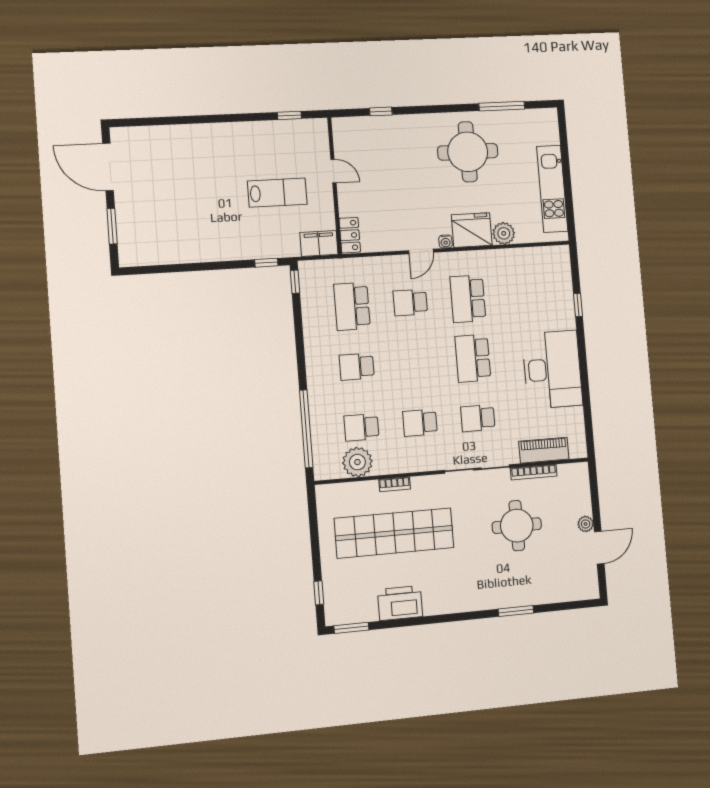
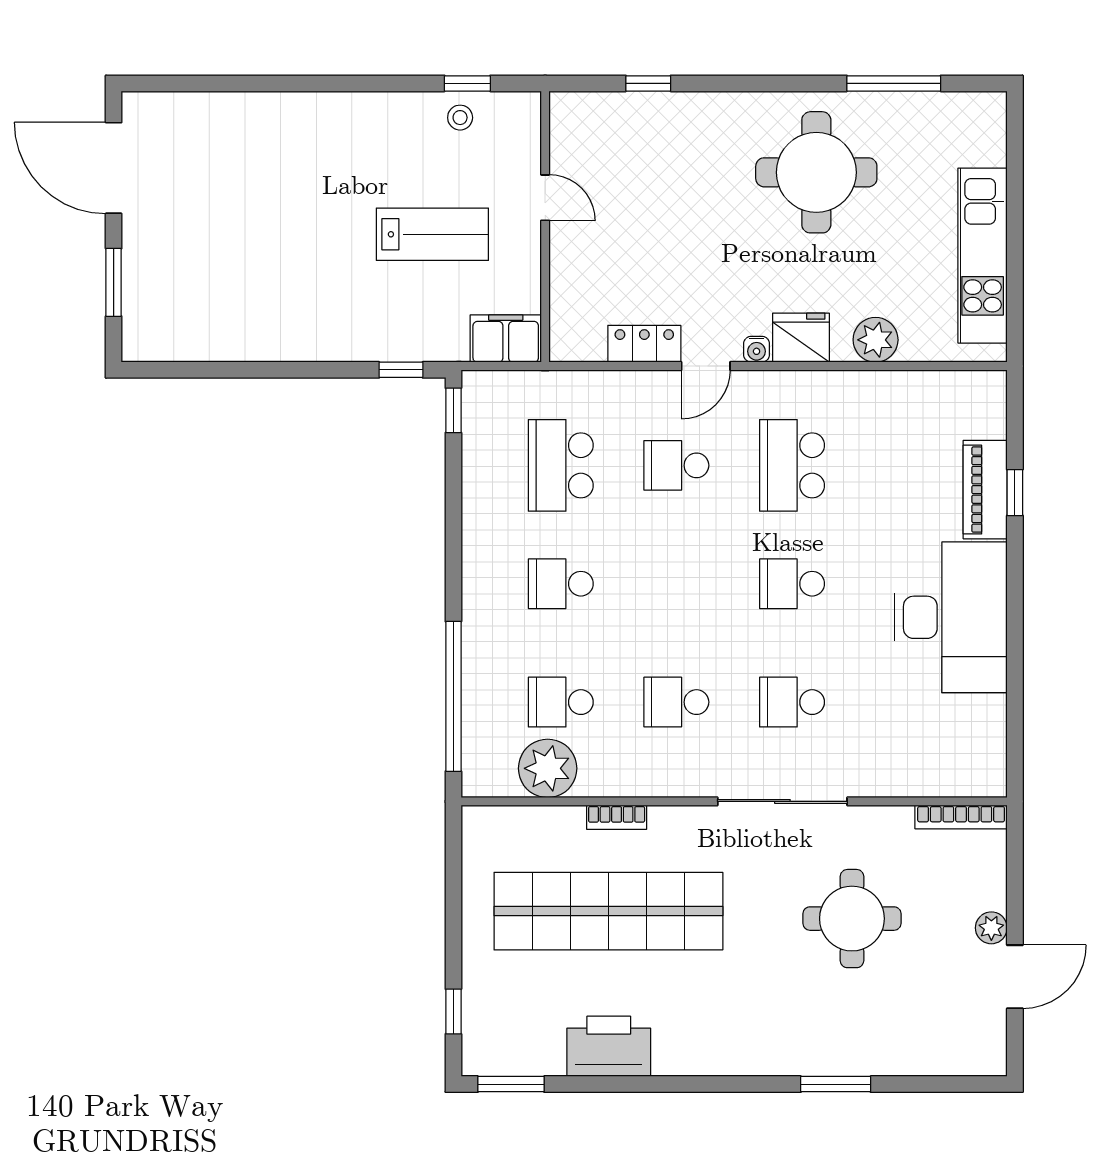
stool: (287, 133) -> (460, 118), added
fridge: (472, 230) -> (801, 338), width x0.73, depth x0.75
locker: (350, 235) -> (644, 344), moved, turned -90
school desk: (473, 358) -> (792, 584), width x0.54
piano: (544, 450) -> (985, 490), moved, turned -90
bookcase: (534, 472) -> (961, 817), moved

